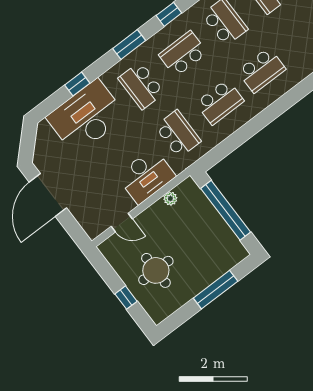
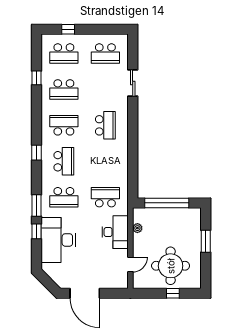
window: (129, 44) -> (37, 205), moved
school desk: (183, 54) -> (64, 161), turned 180
school desk: (220, 102) -> (105, 161), removed
round table: (156, 270) -> (171, 266), width x1.36, depth x1.36
window: (216, 290) -> (206, 241), width x0.69

